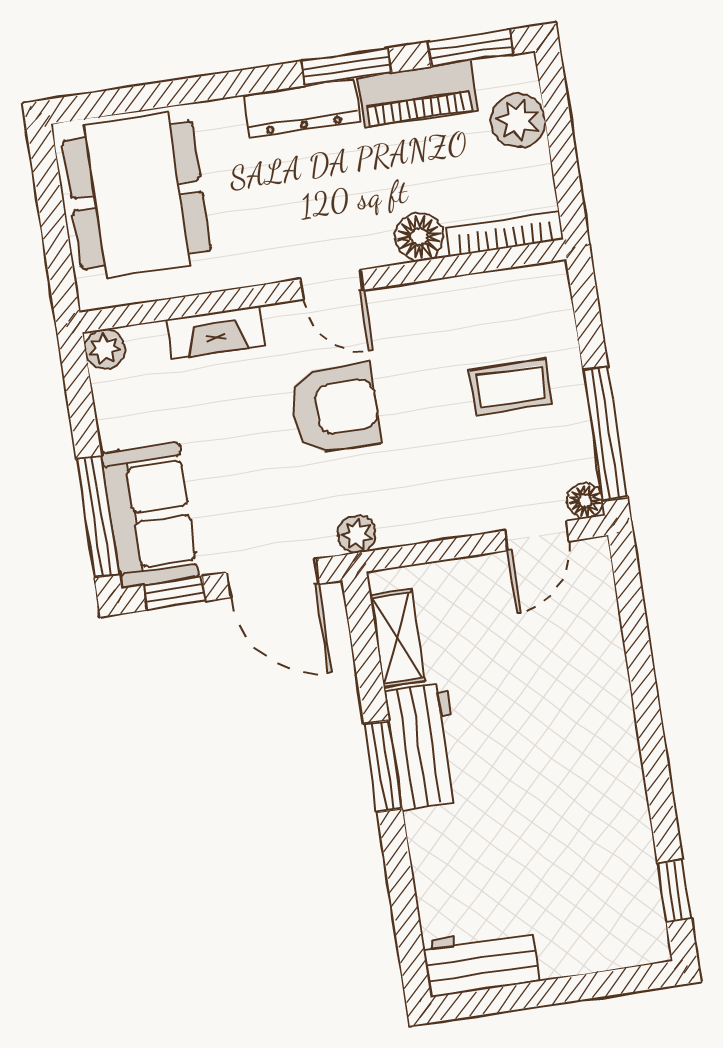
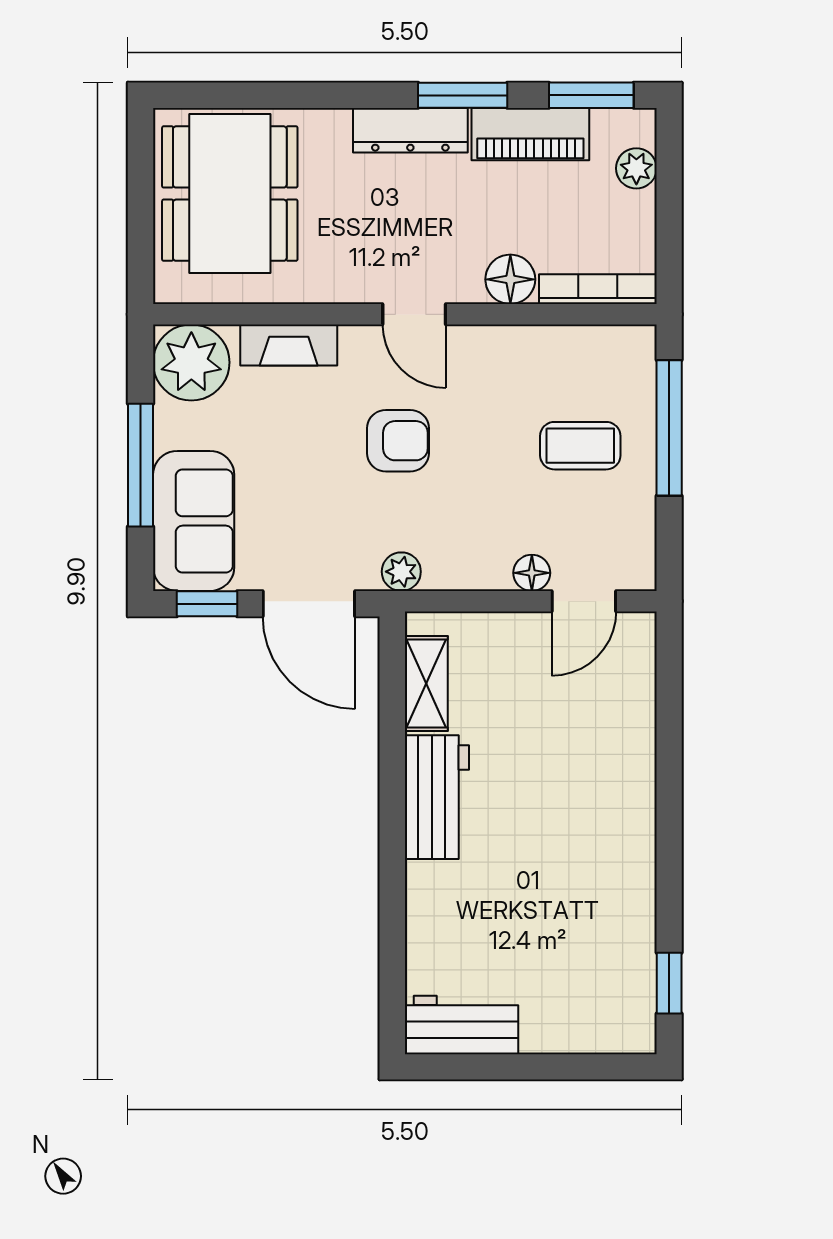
plant: (518, 120) -> (636, 168), width x0.73, depth x0.73
plant: (105, 349) -> (191, 362), width x1.87, depth x1.87
armchair: (335, 409) -> (398, 441), width x0.72, depth x0.72
window: (605, 434) -> (669, 428), moved
floor lamp: (585, 501) -> (532, 573), moved
window: (98, 517) -> (140, 465), moved
window: (383, 766) -> (392, 812), removed

